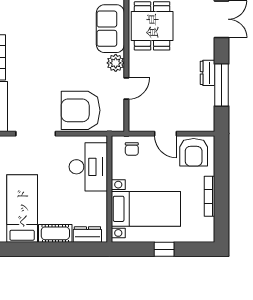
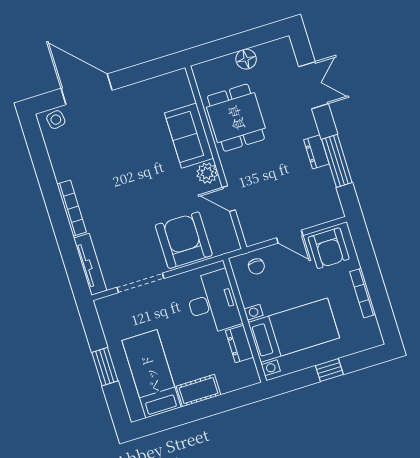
door: (126, 88) -> (229, 199), swing flipped
armchair: (81, 110) -> (184, 240), turned 90
dresser: (87, 234) -> (240, 344), moved, turned -90

